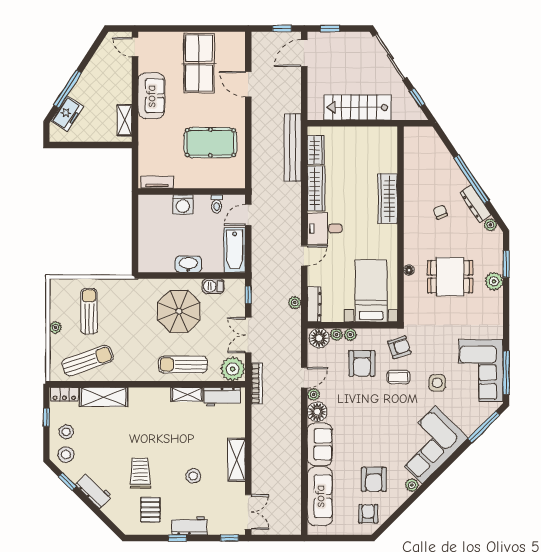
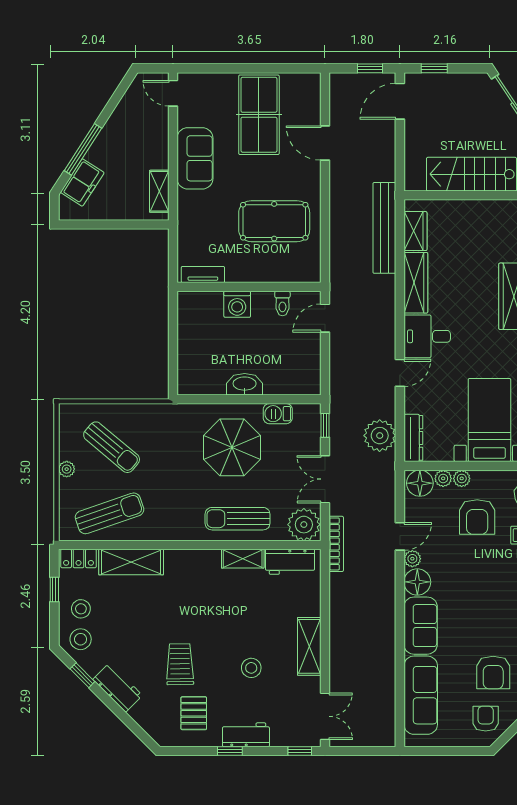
bathtub: (235, 250) -> (307, 365), removed
plant: (295, 303) -> (380, 436), width x1.87, depth x1.87
sun lounger: (89, 311) -> (112, 447), turned 130

